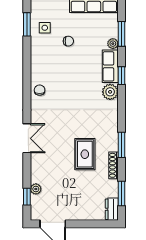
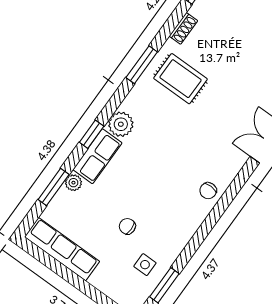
window: (122, 145) -> (142, 65), moved
rug: (85, 154) -> (180, 79), moved, turned 90
shoe rack: (114, 165) -> (183, 28), width x0.70

